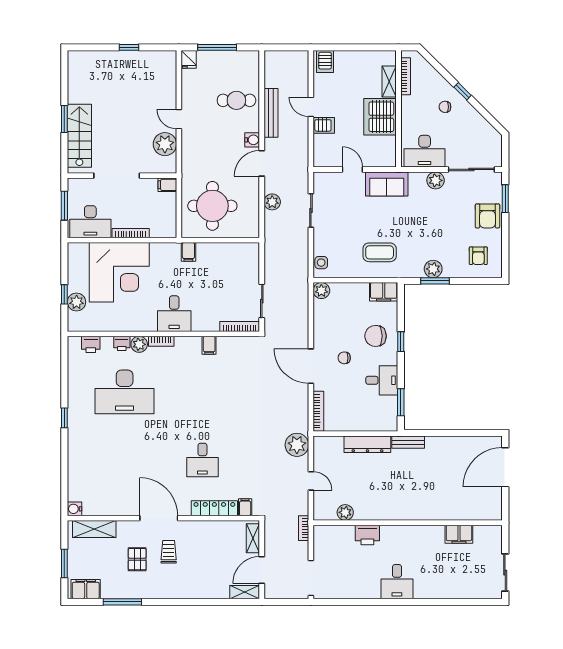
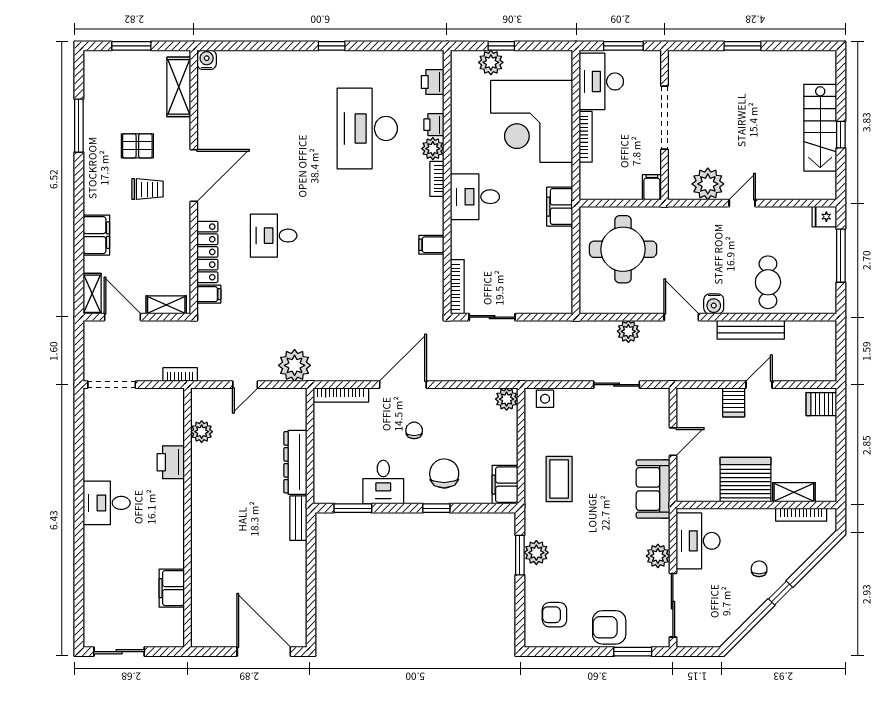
stairs: (79, 136) -> (820, 128), moved, turned 90
filing cabinet: (188, 252) -> (560, 207), width x2.00
filing cabinet: (86, 589) -> (96, 235), moved

